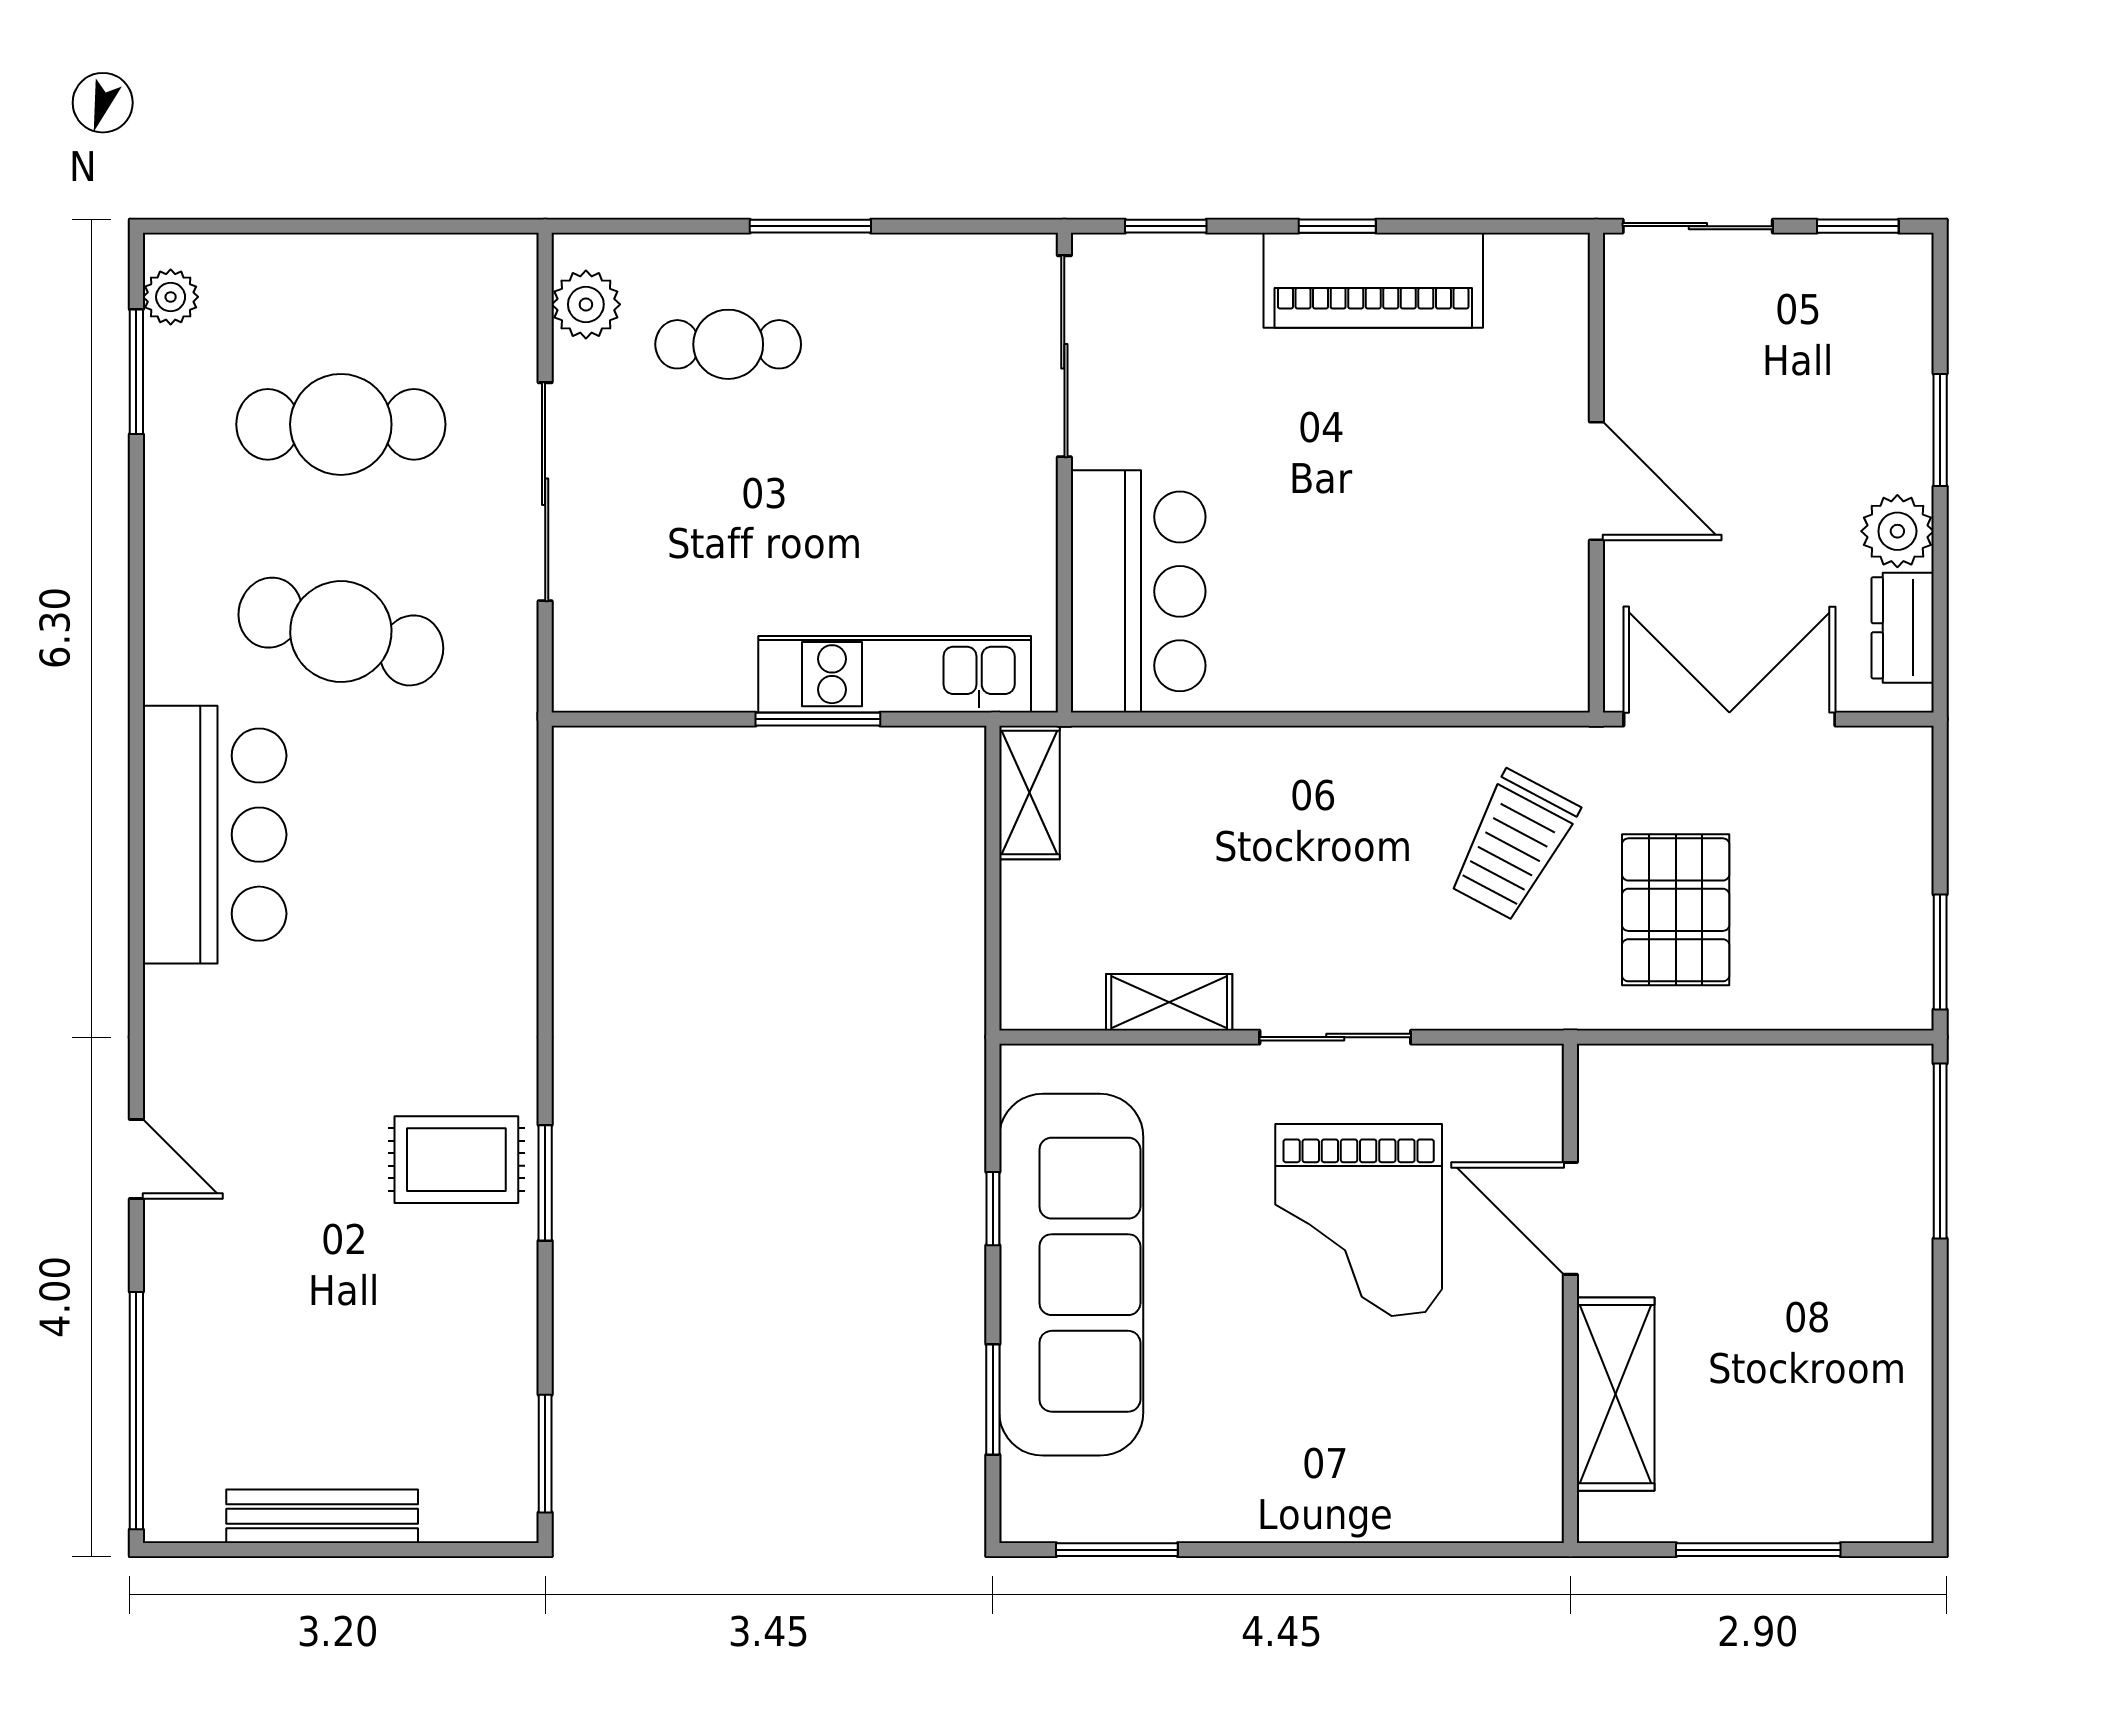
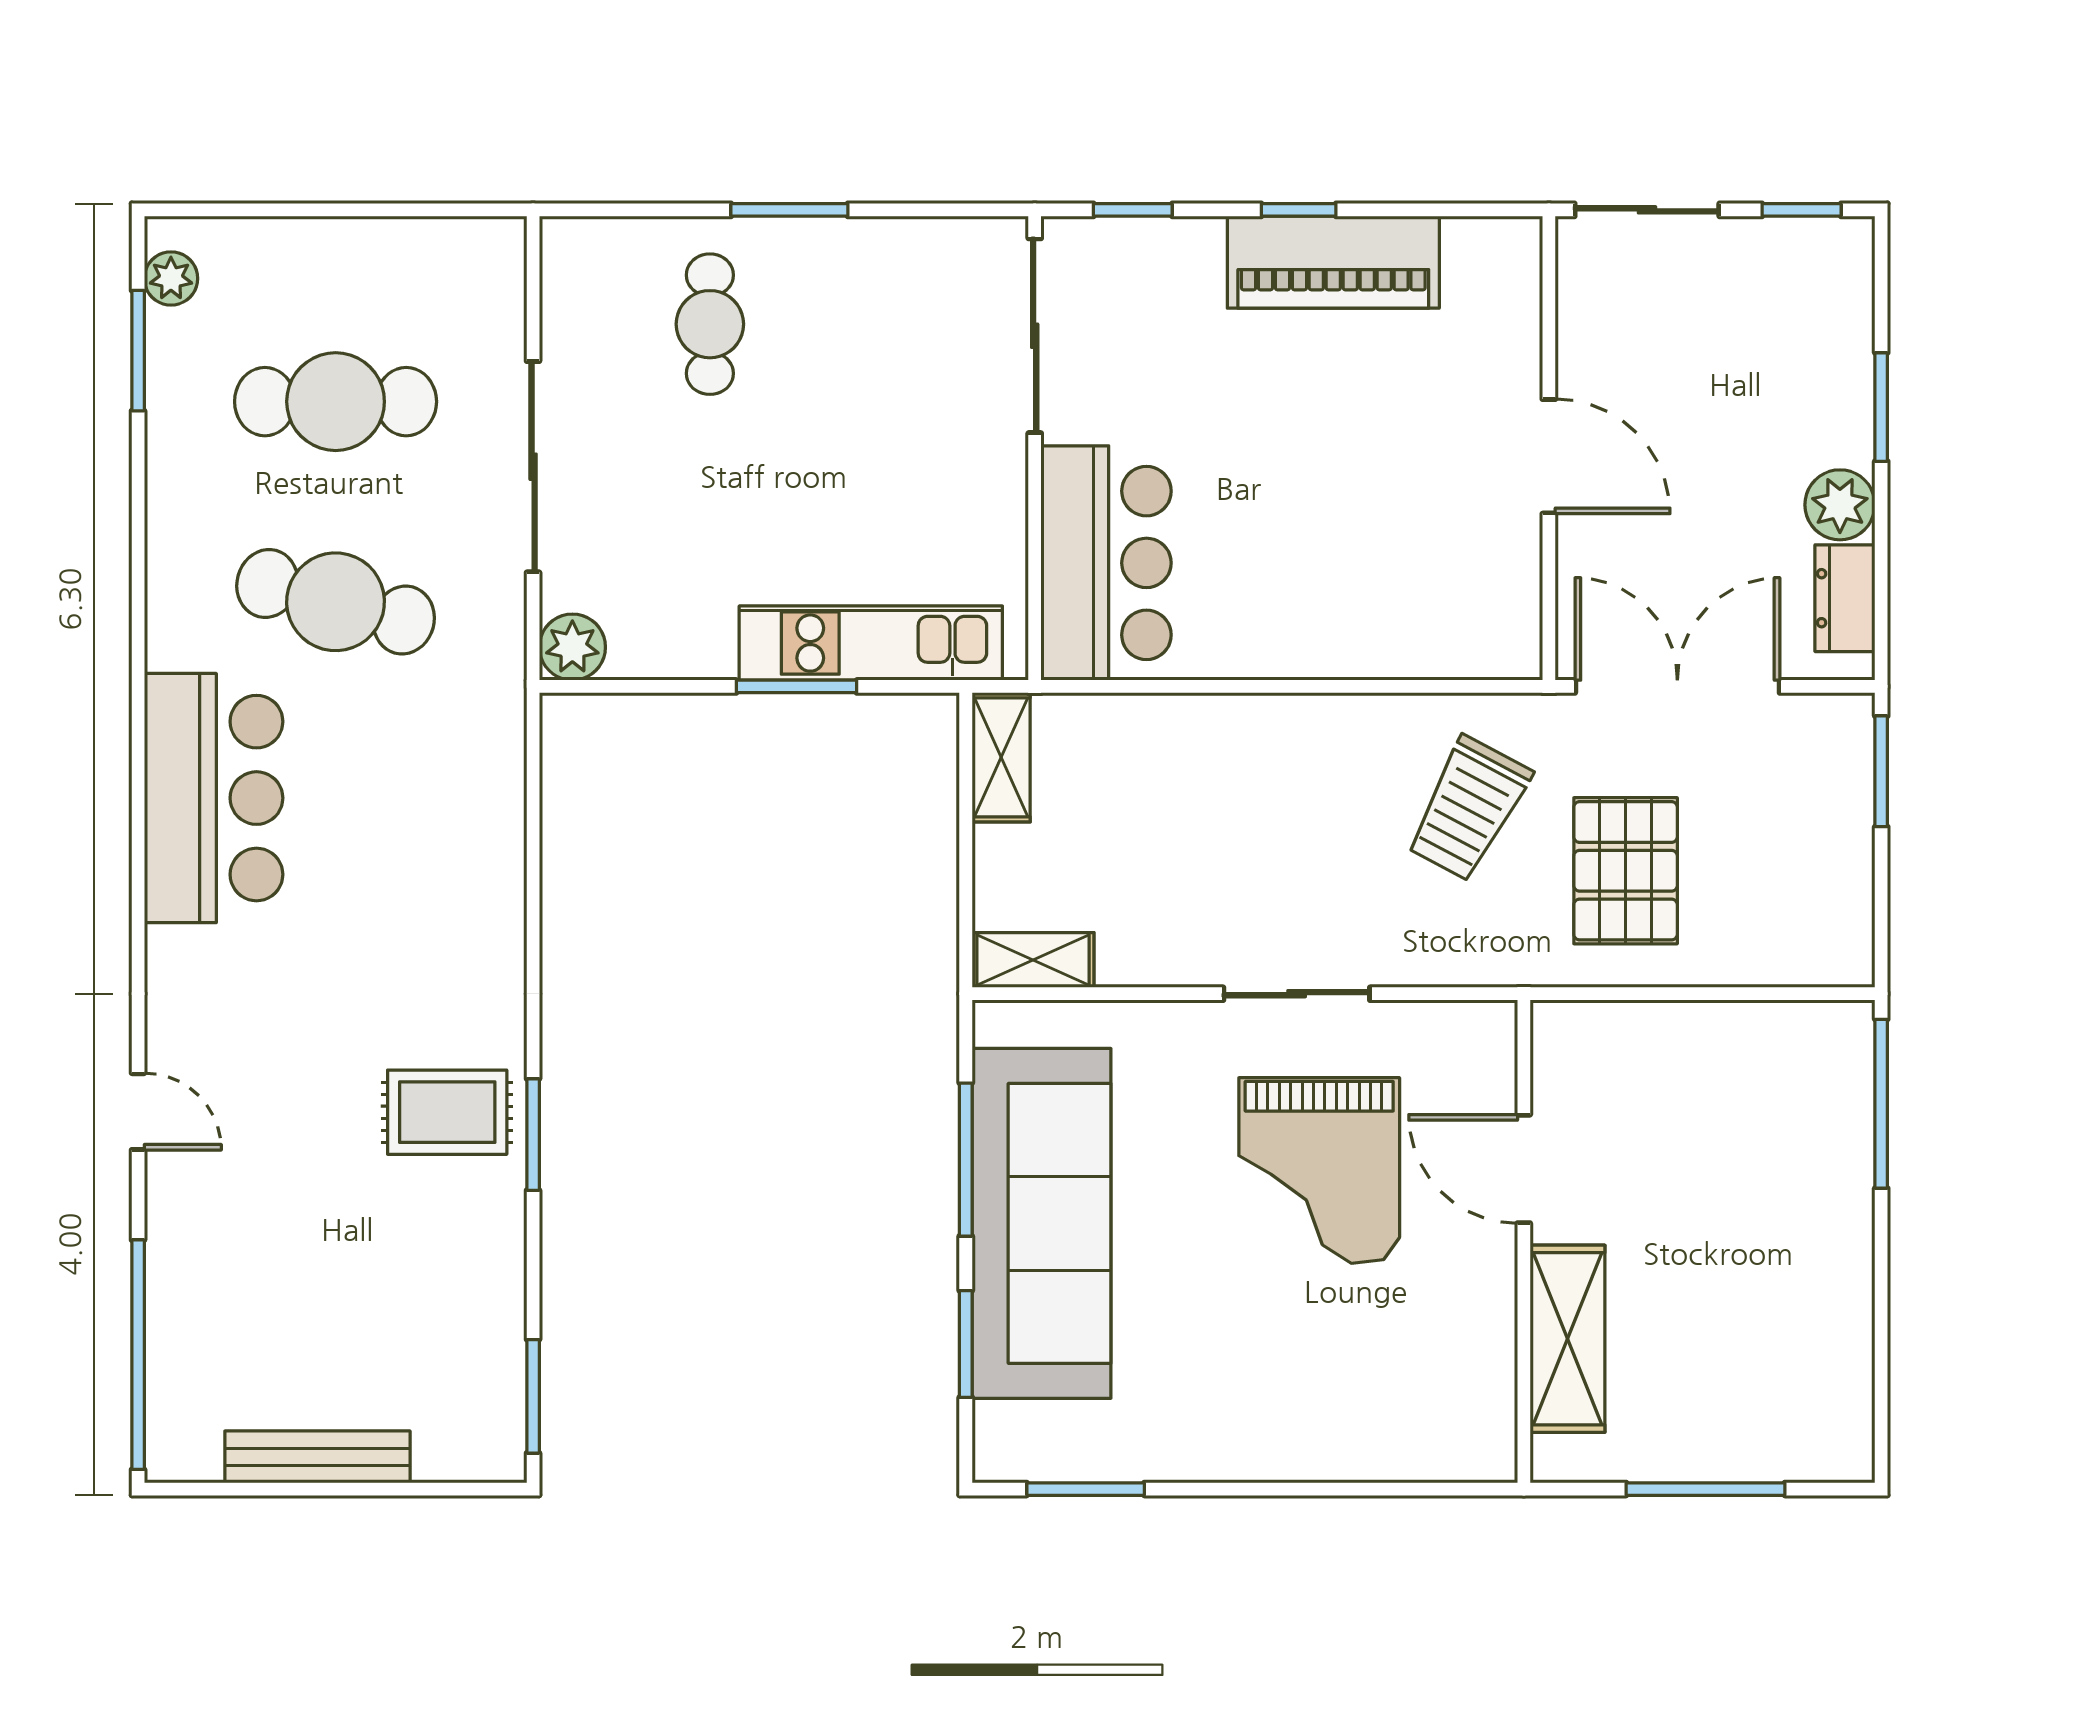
plant: (586, 304) -> (572, 647), moved
cafe table: (728, 344) -> (710, 324), turned 90
window: (1940, 952) -> (1881, 771), moved
shelving: (1169, 1002) -> (1033, 960), moved
window: (993, 1209) -> (966, 1160), width x2.17

